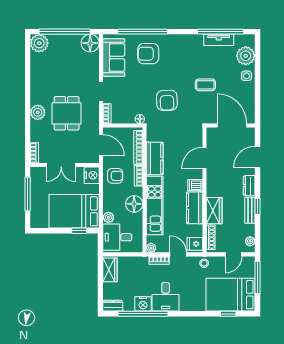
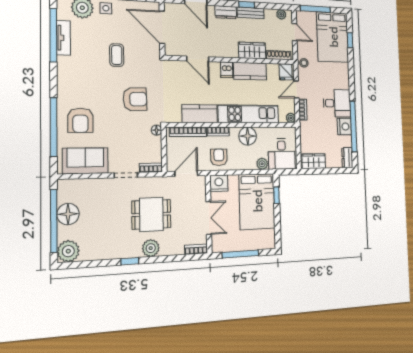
floor lamp: (90, 43) -> (68, 214), moved
window: (28, 94) -> (130, 261), added
door: (232, 125) -> (162, 27), hinge flipped

